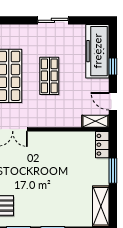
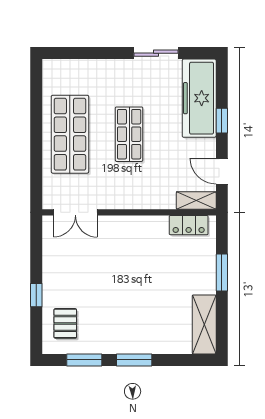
sliding door: (53, 20) -> (156, 53), moved
locker: (102, 145) -> (189, 225), moved, turned -90

